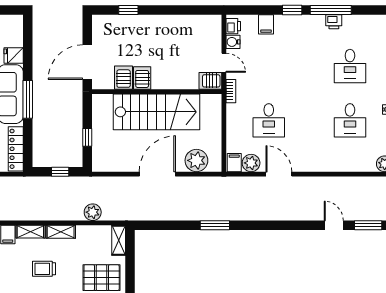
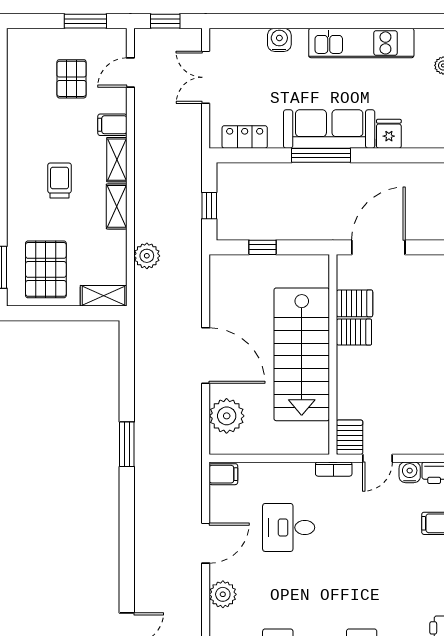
door: (87, 62) -> (378, 247), hinge flipped
locker: (16, 149) -> (245, 137), width x0.66
plant: (251, 163) -> (223, 594), moved

